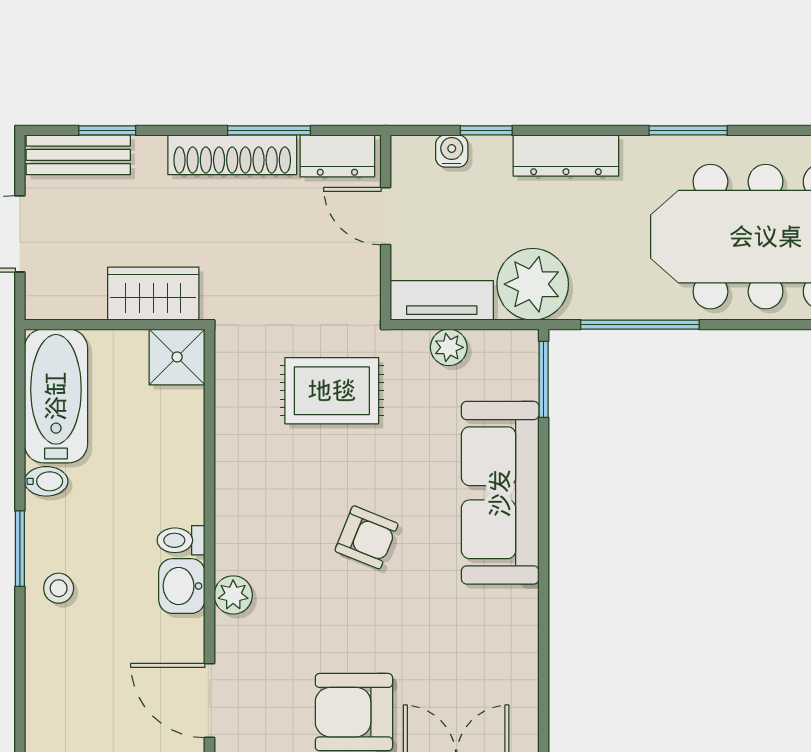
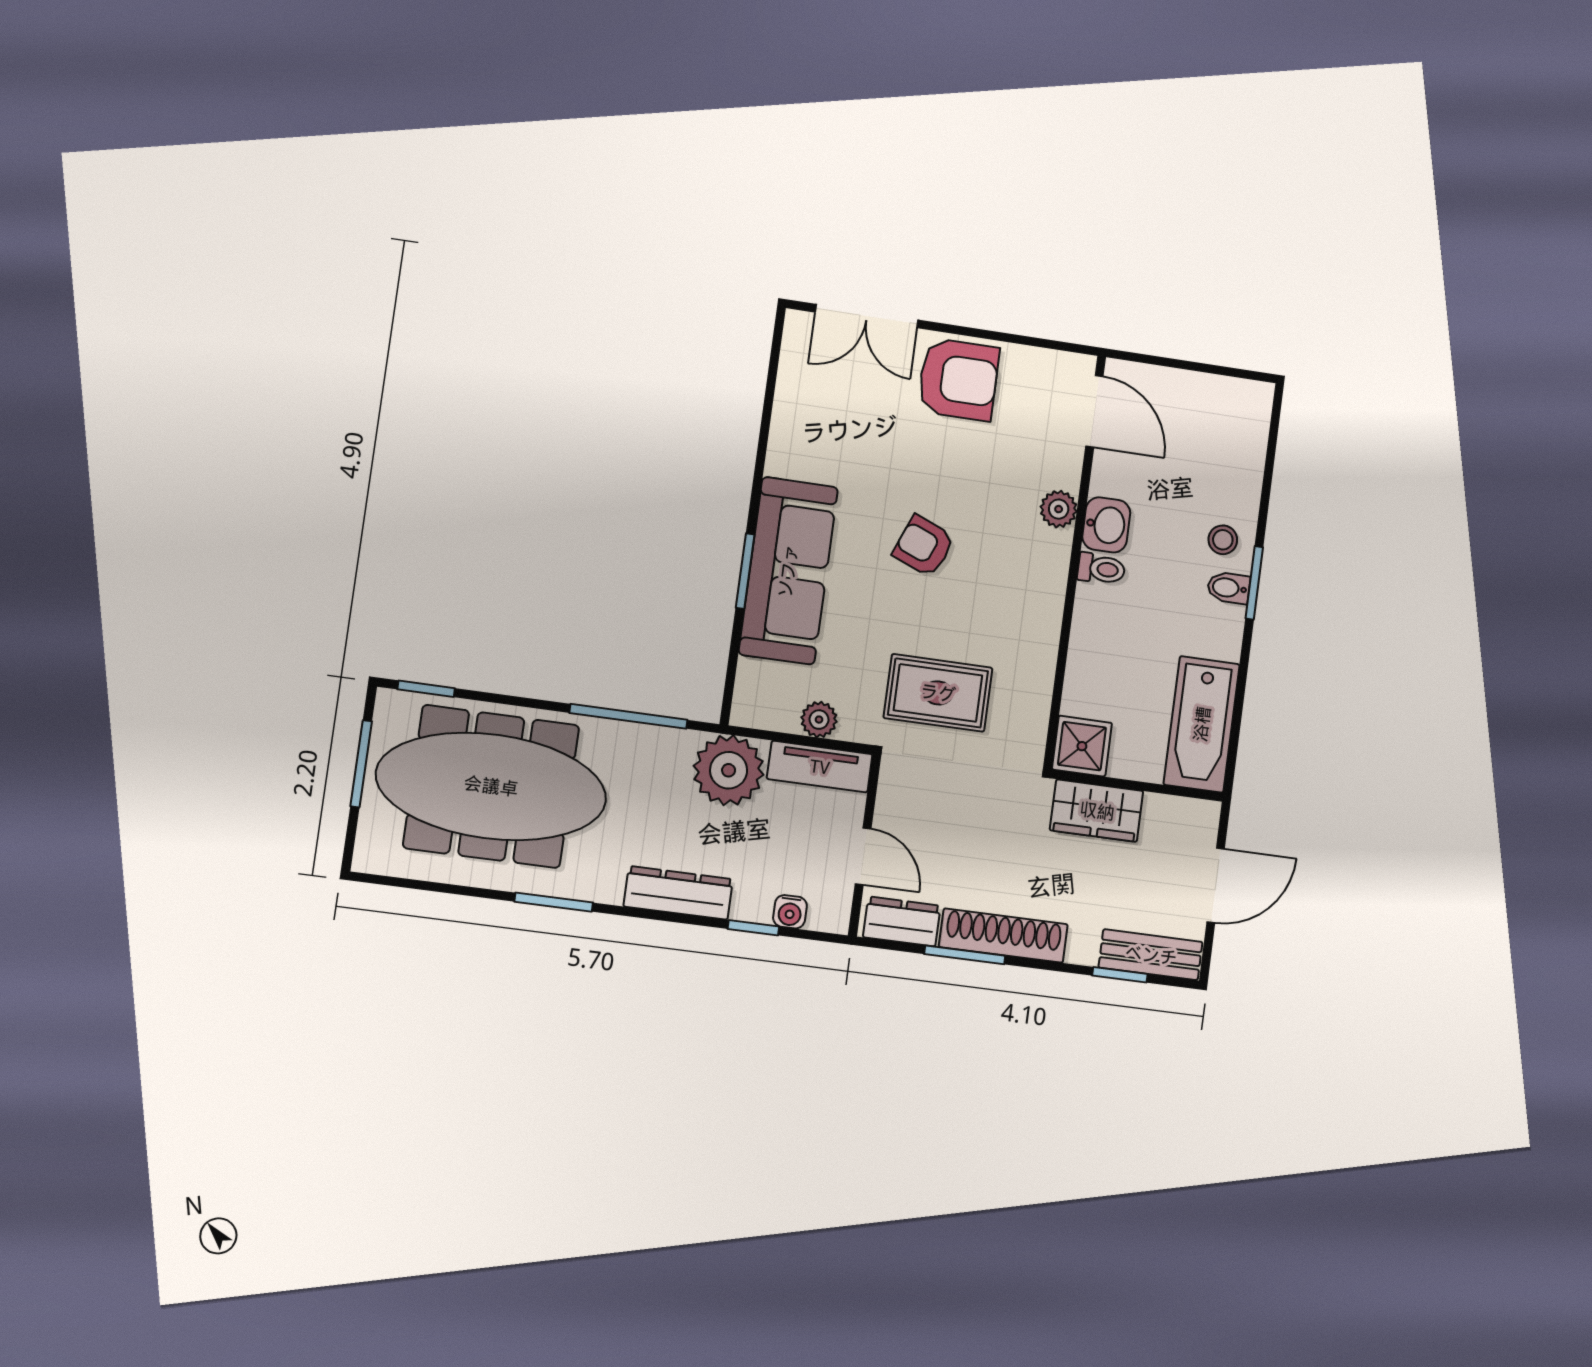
window: (544, 379) -> (745, 571), moved
bidet: (46, 481) -> (1229, 588), moved

